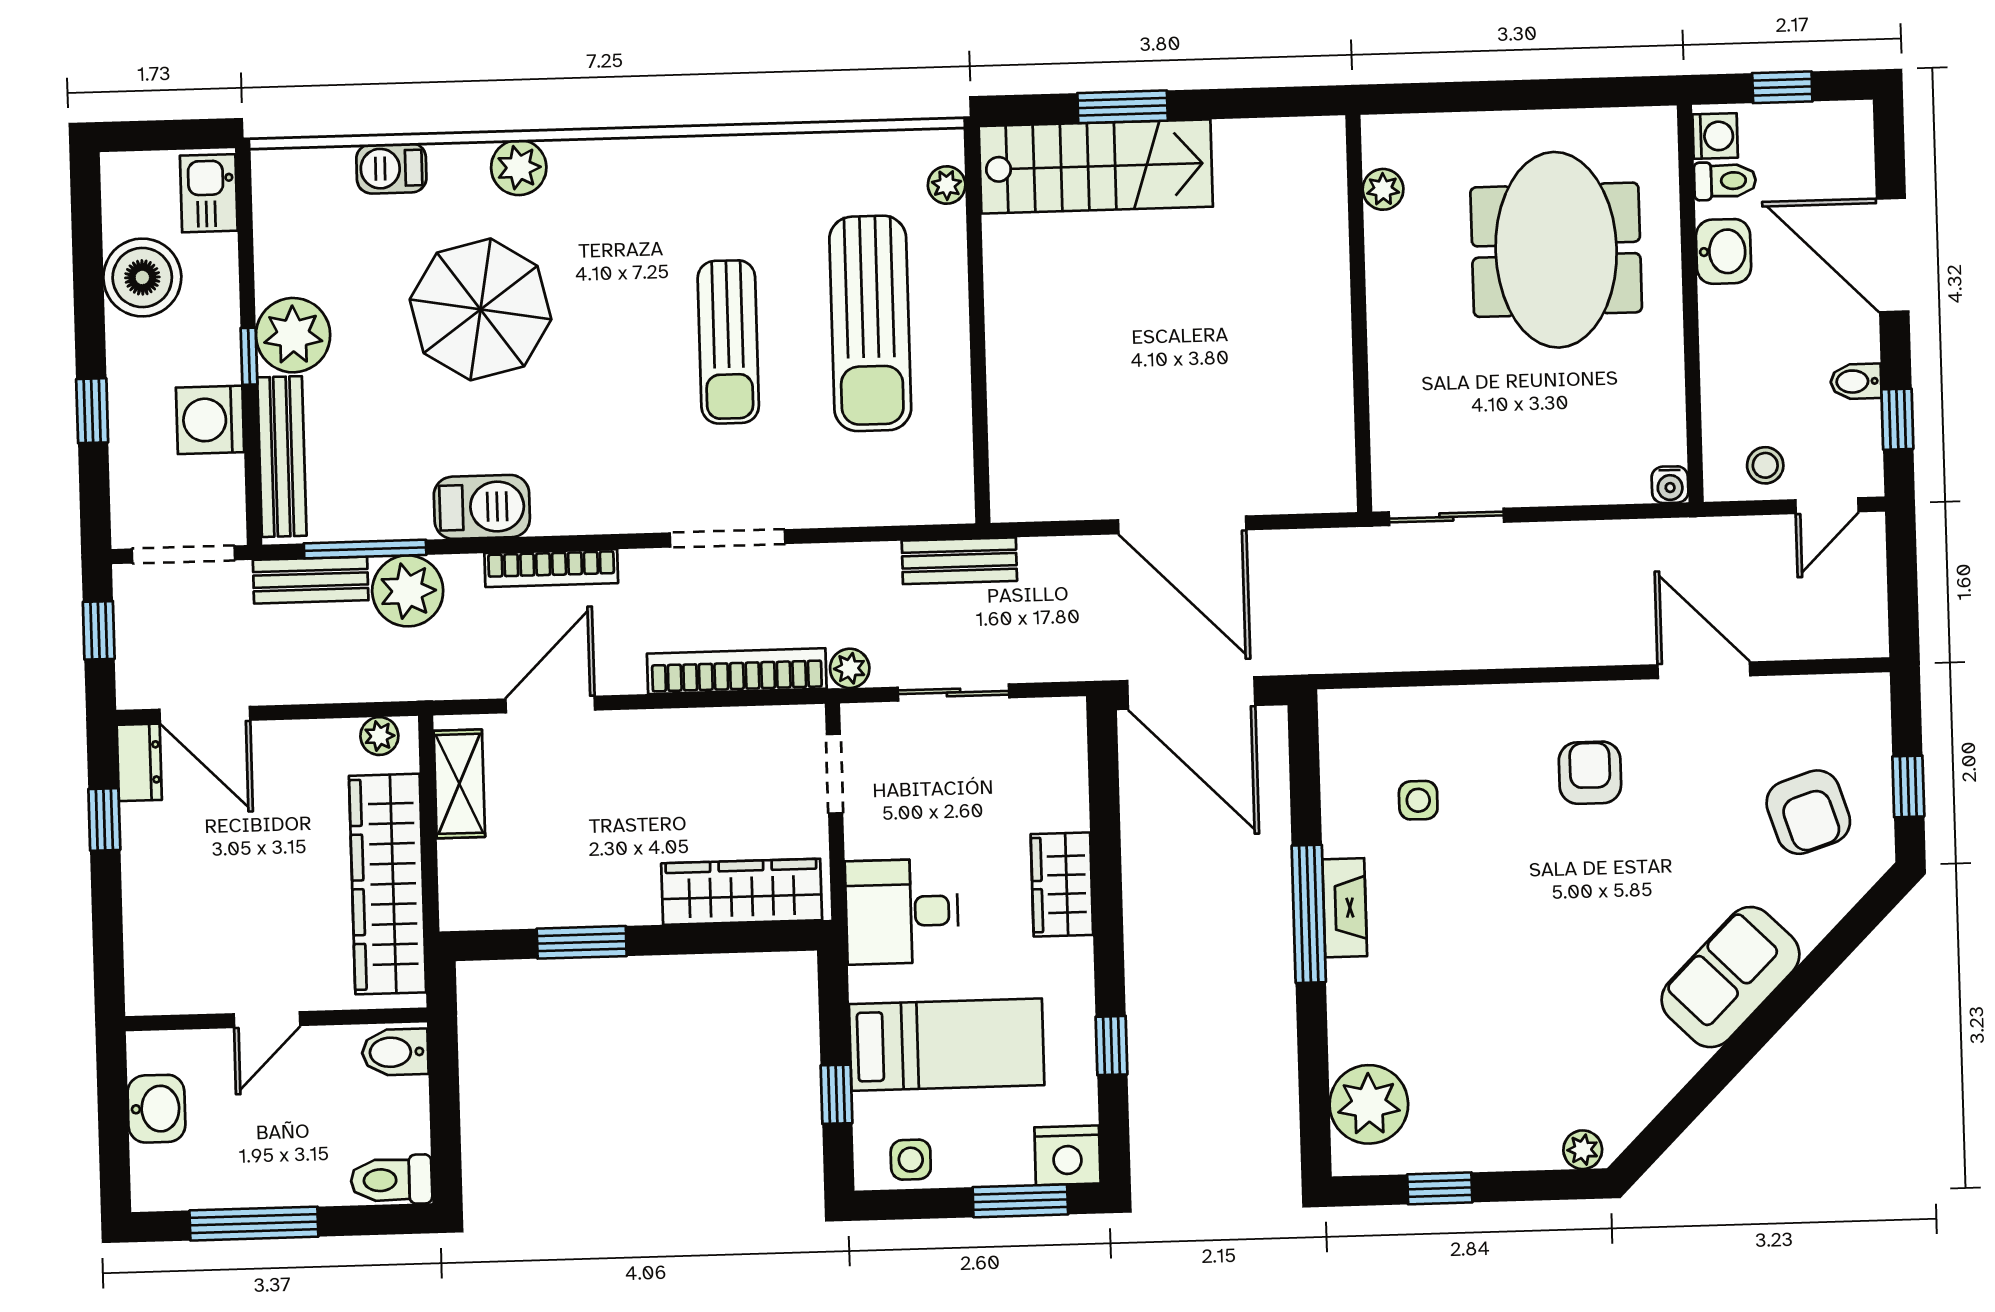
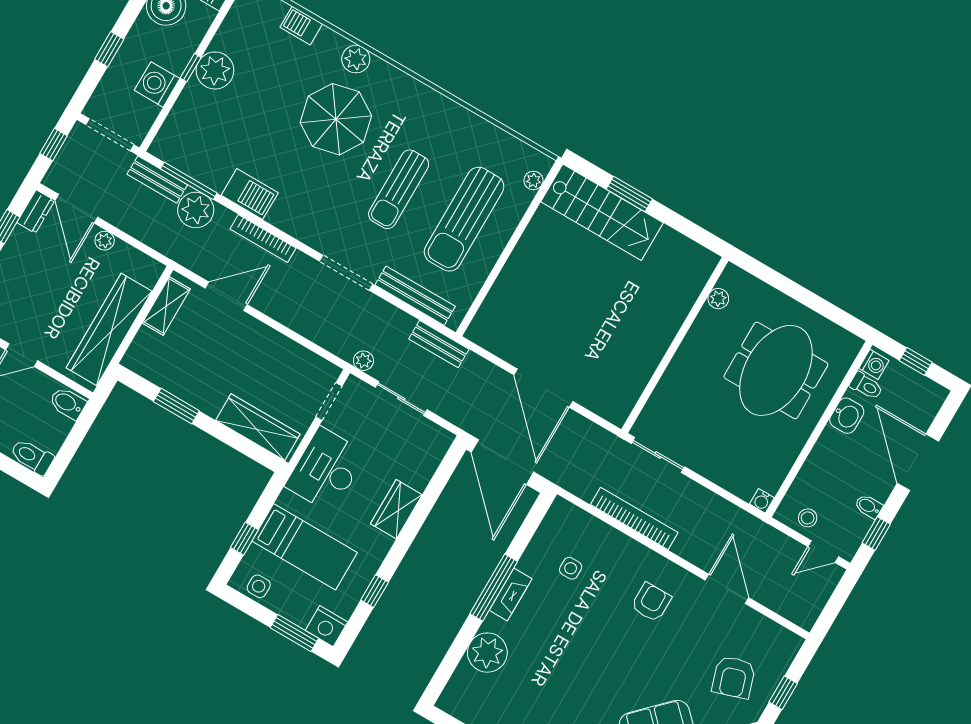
parasol: (481, 309) -> (336, 119), moved
bench: (282, 457) -> (415, 296), moved, turned 90
bookcase: (737, 671) -> (634, 519), moved
plant: (379, 736) -> (105, 241), moved
desk: (902, 911) -> (326, 470), width x1.37
plant: (1369, 1104) -> (487, 653), moved

